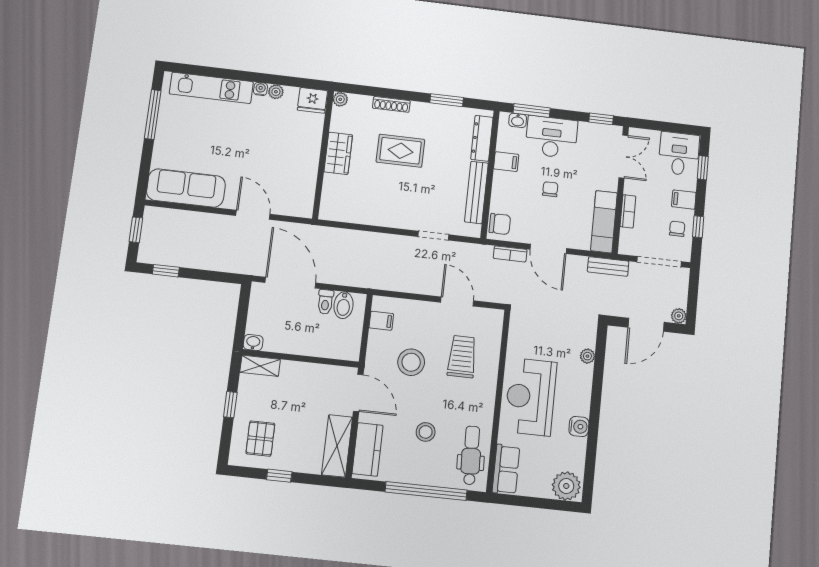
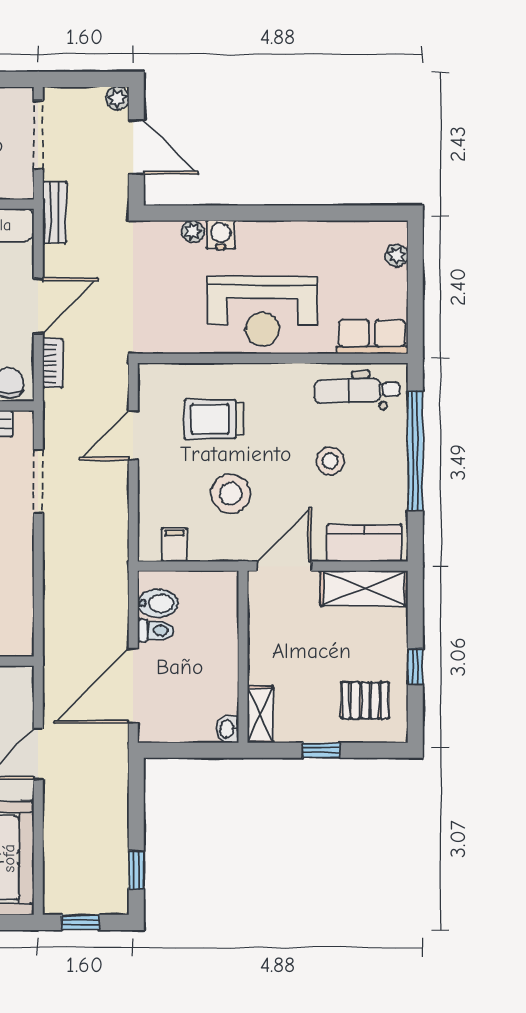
doorway: (433, 236) -> (38, 482), width x1.38
water cooler: (579, 427) -> (221, 235), moved
plant: (566, 486) -> (397, 255), width x0.53, depth x0.53

